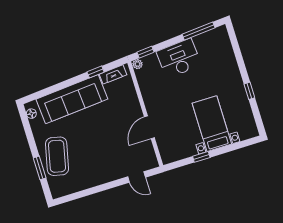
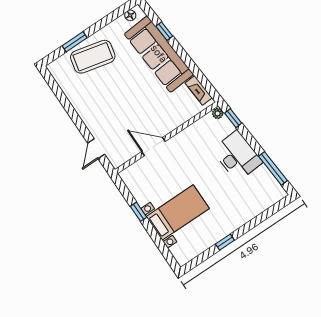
window: (96, 72) -> (164, 31), moved

